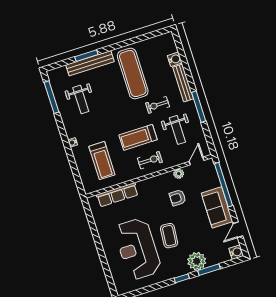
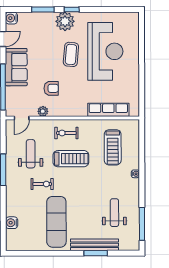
bench: (183, 83) -> (11, 197), removed
treadmill: (102, 161) -> (113, 147), turned 180
plant: (197, 261) -> (65, 21), moved

